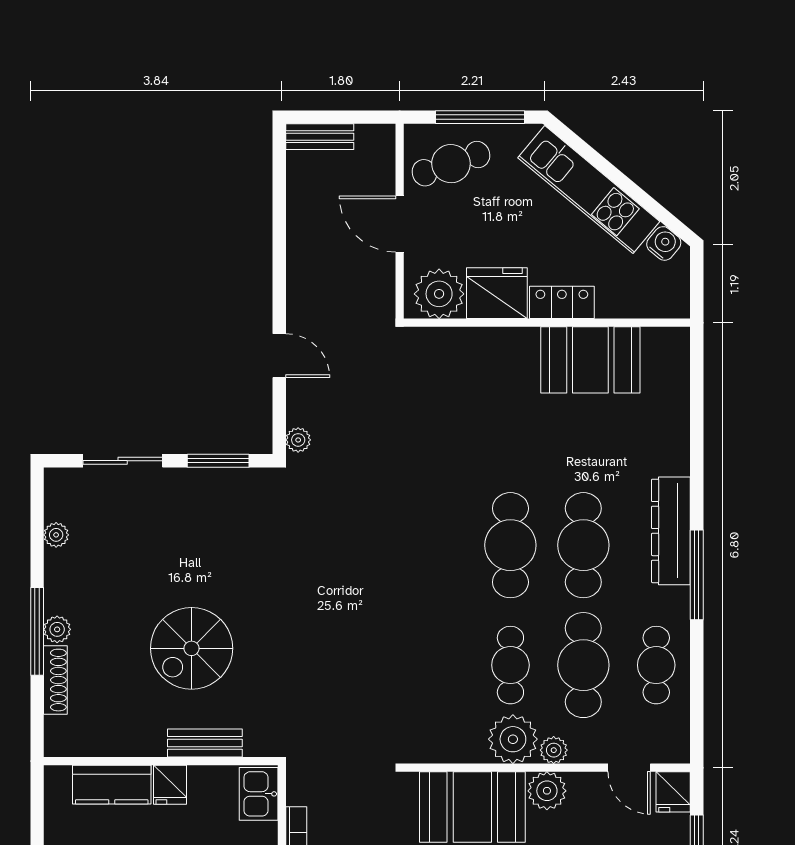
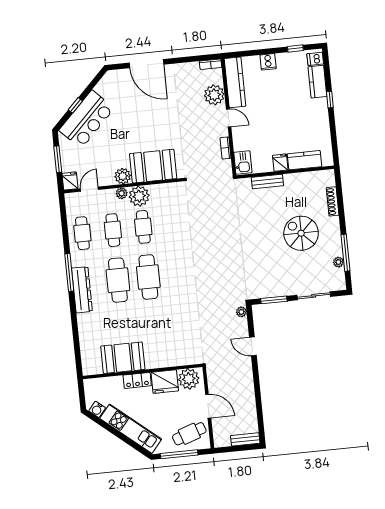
plant: (57, 629) -> (334, 223), removed
window: (37, 631) -> (345, 253), moved
spiral stairs: (192, 648) -> (301, 233), moved, turned -90
cafe table: (583, 665) -> (113, 230), width x0.73, depth x0.74
door: (629, 768) -> (89, 189), hinge flipped

